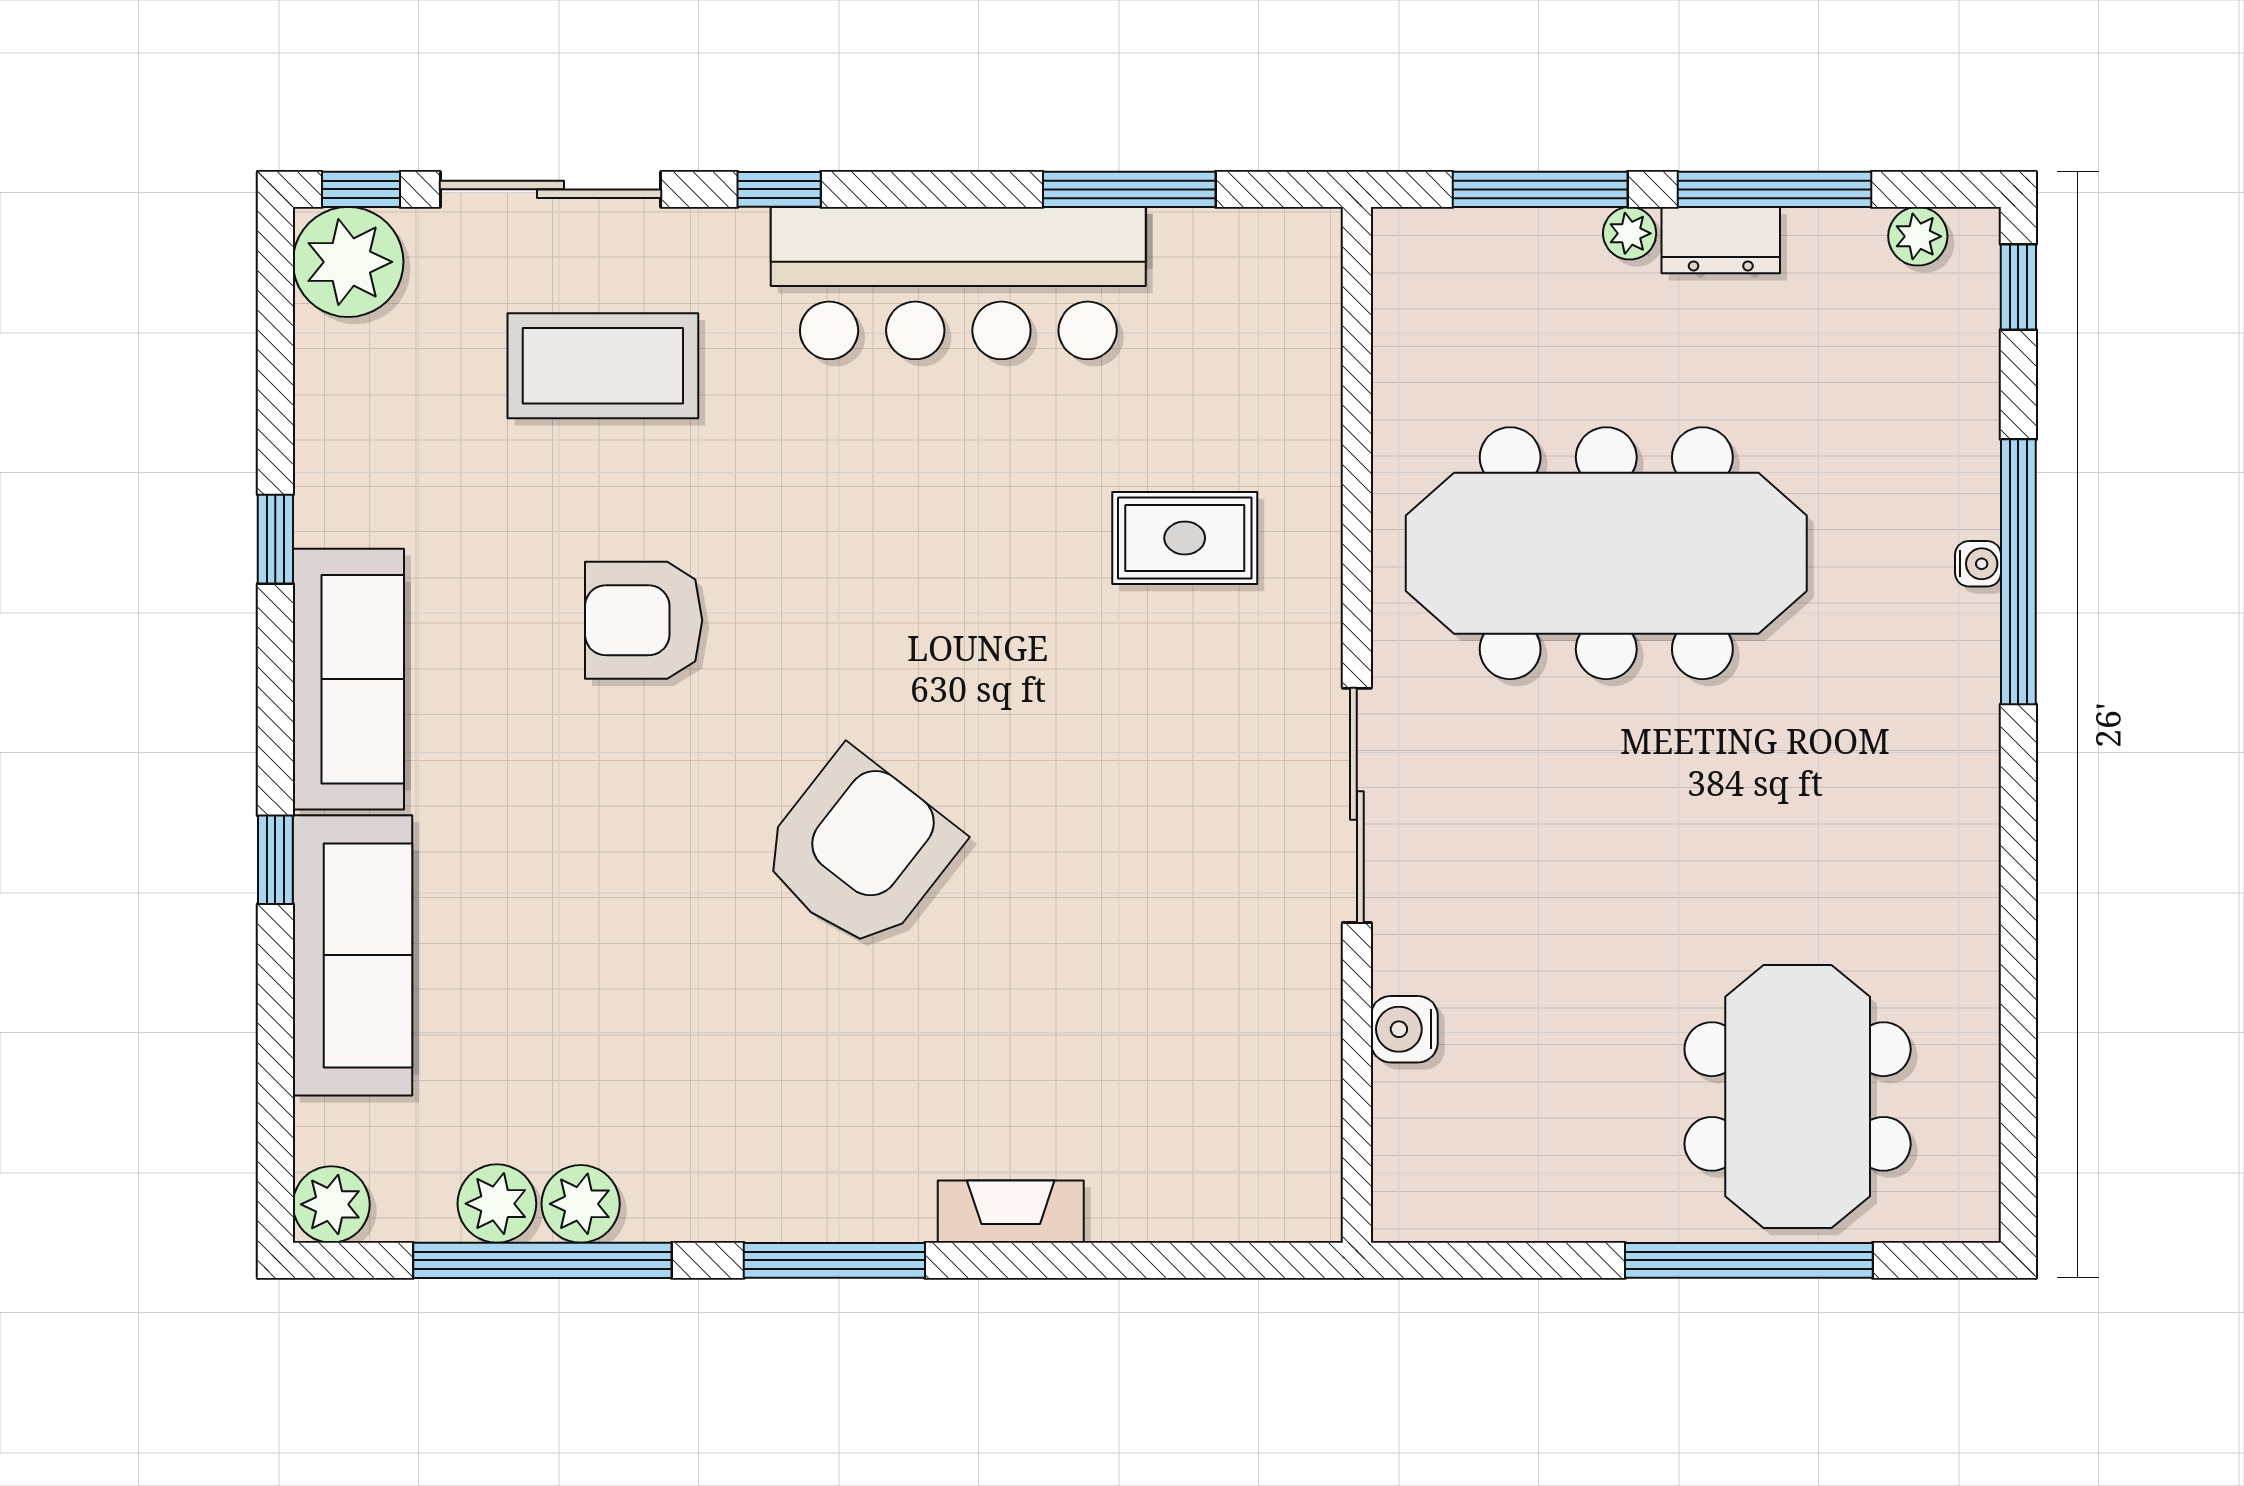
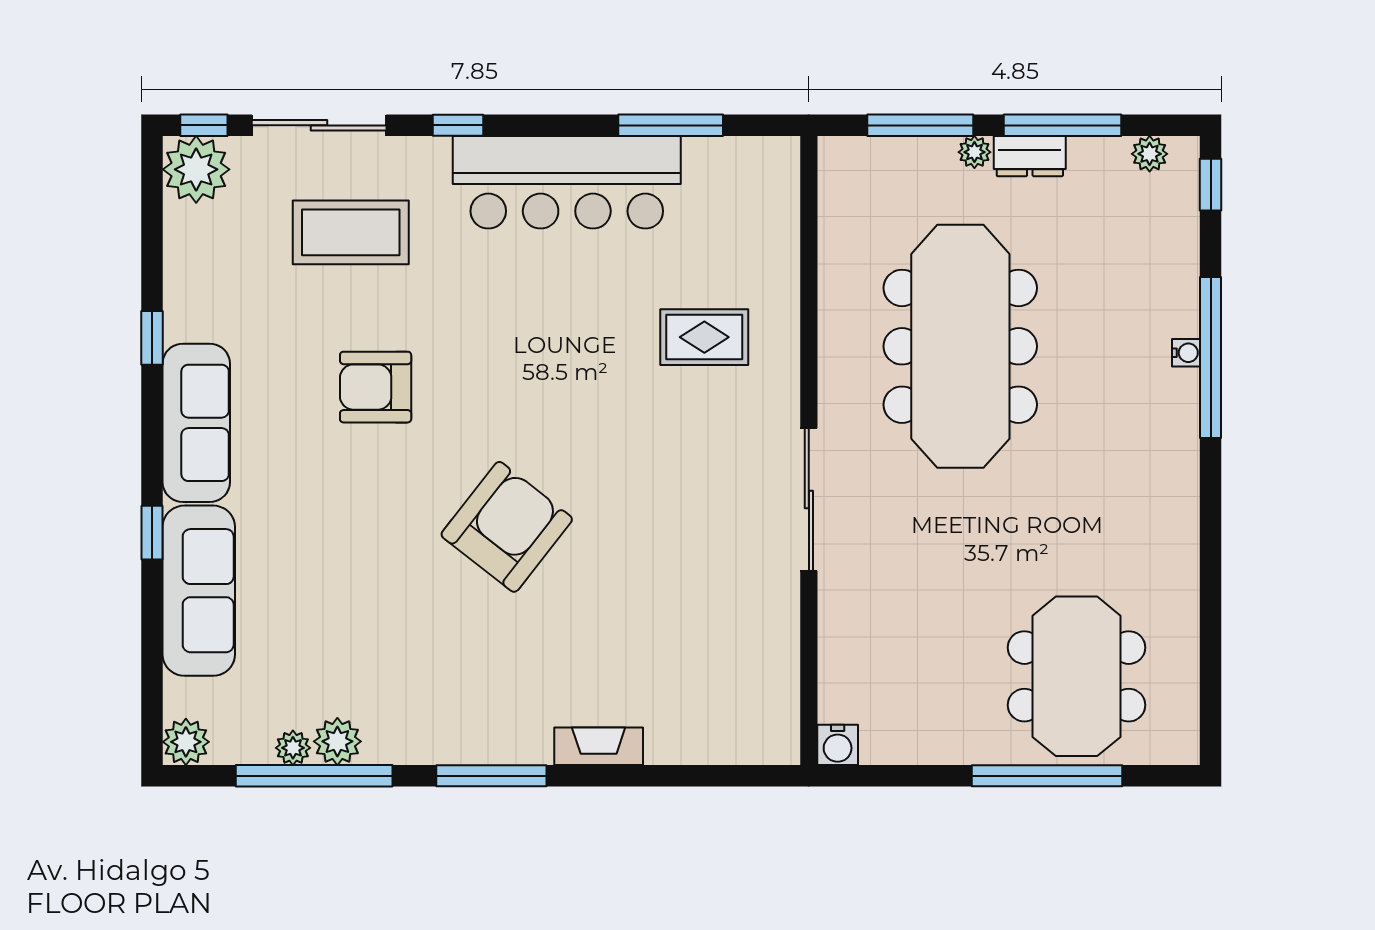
meeting table: (1606, 553) -> (960, 346), turned 90
water cooler: (1404, 1029) -> (838, 745), moved, turned -90
plant: (497, 1204) -> (293, 748), width x0.73, depth x0.73

